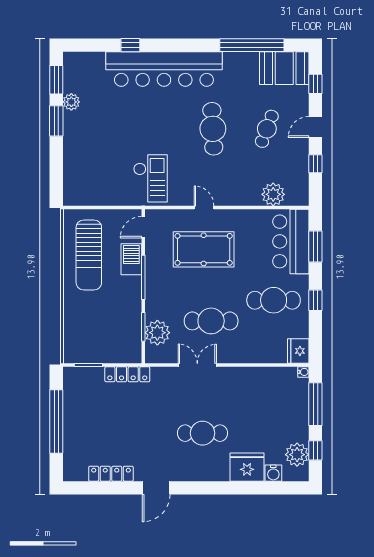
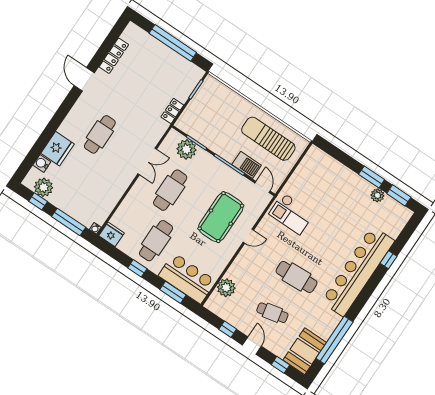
cafe table: (267, 129) -> (272, 313), turned -33
locker: (127, 374) -> (172, 111), width x0.66

